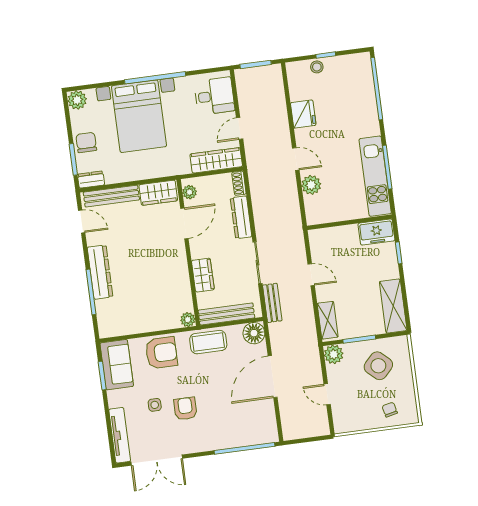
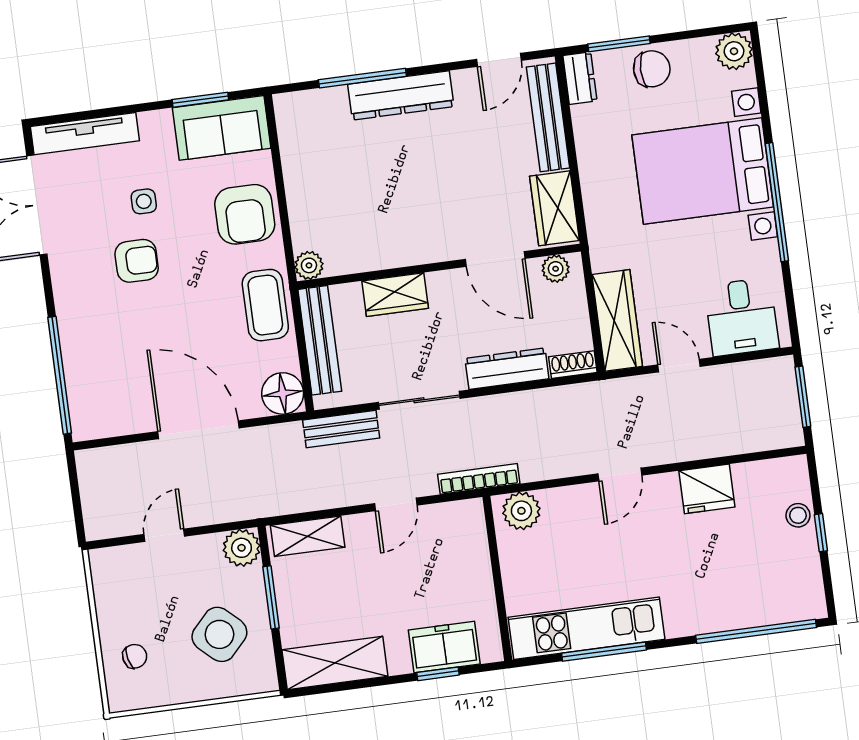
plant: (311, 185) -> (521, 511), moved
bookcase: (298, 232) -> (479, 479), added
freezer: (376, 232) -> (444, 647), moved, turned 90

